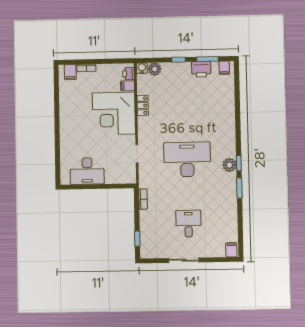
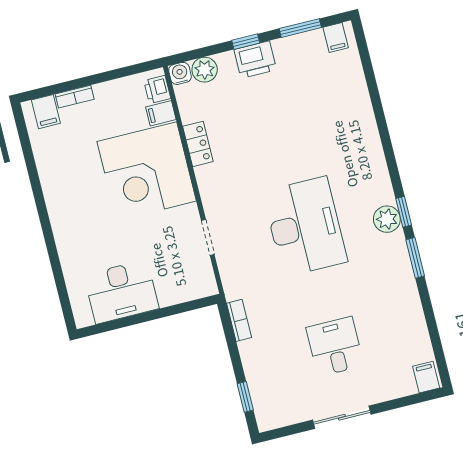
printer: (201, 69) -> (255, 60), moved
desk: (187, 159) -> (305, 227), turned 90

